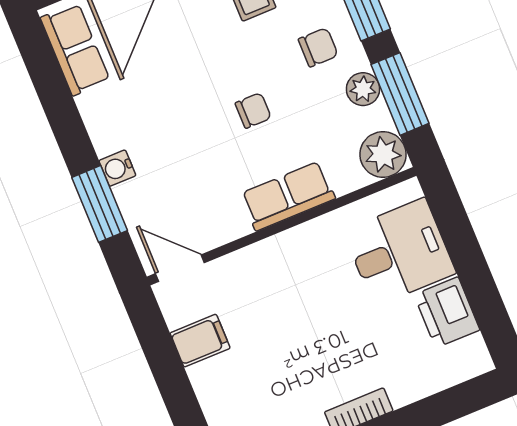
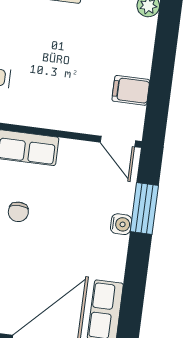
chair: (253, 110) -> (18, 212), turned -90

